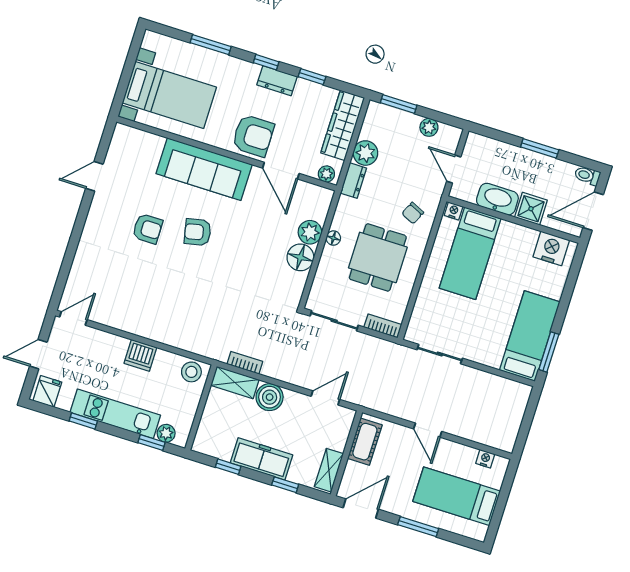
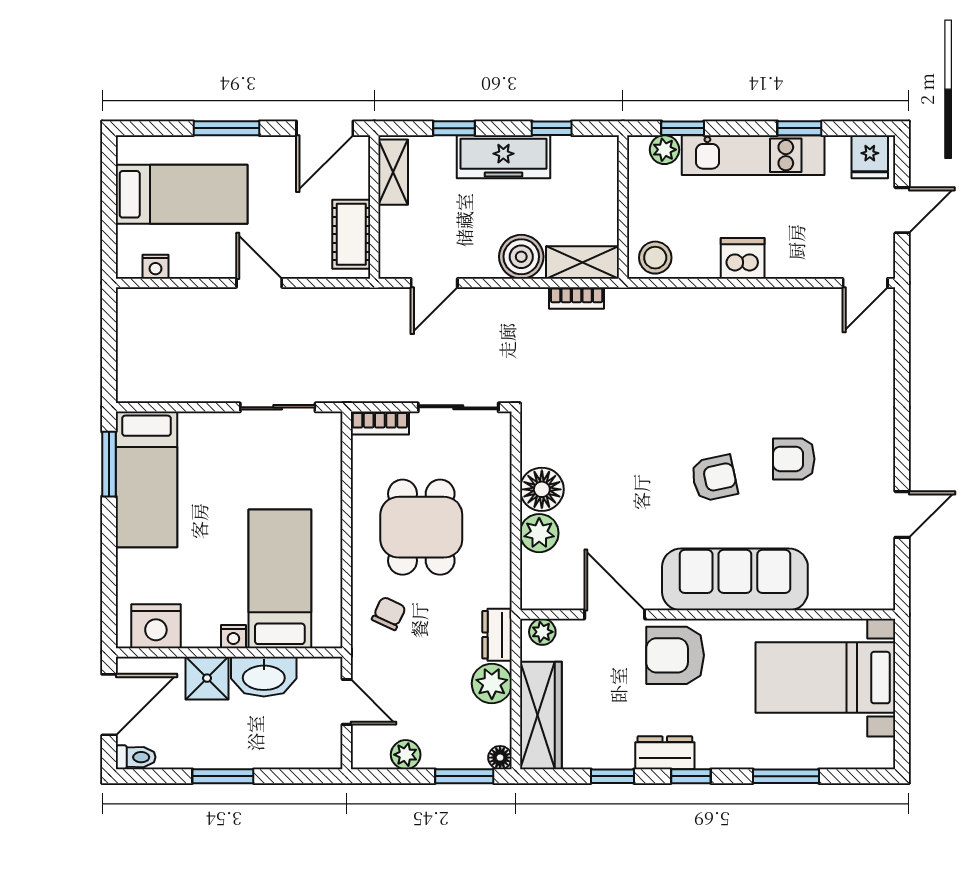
nightstand: (454, 211) -> (233, 637), moved
floor lamp: (333, 238) -> (500, 758), moved

